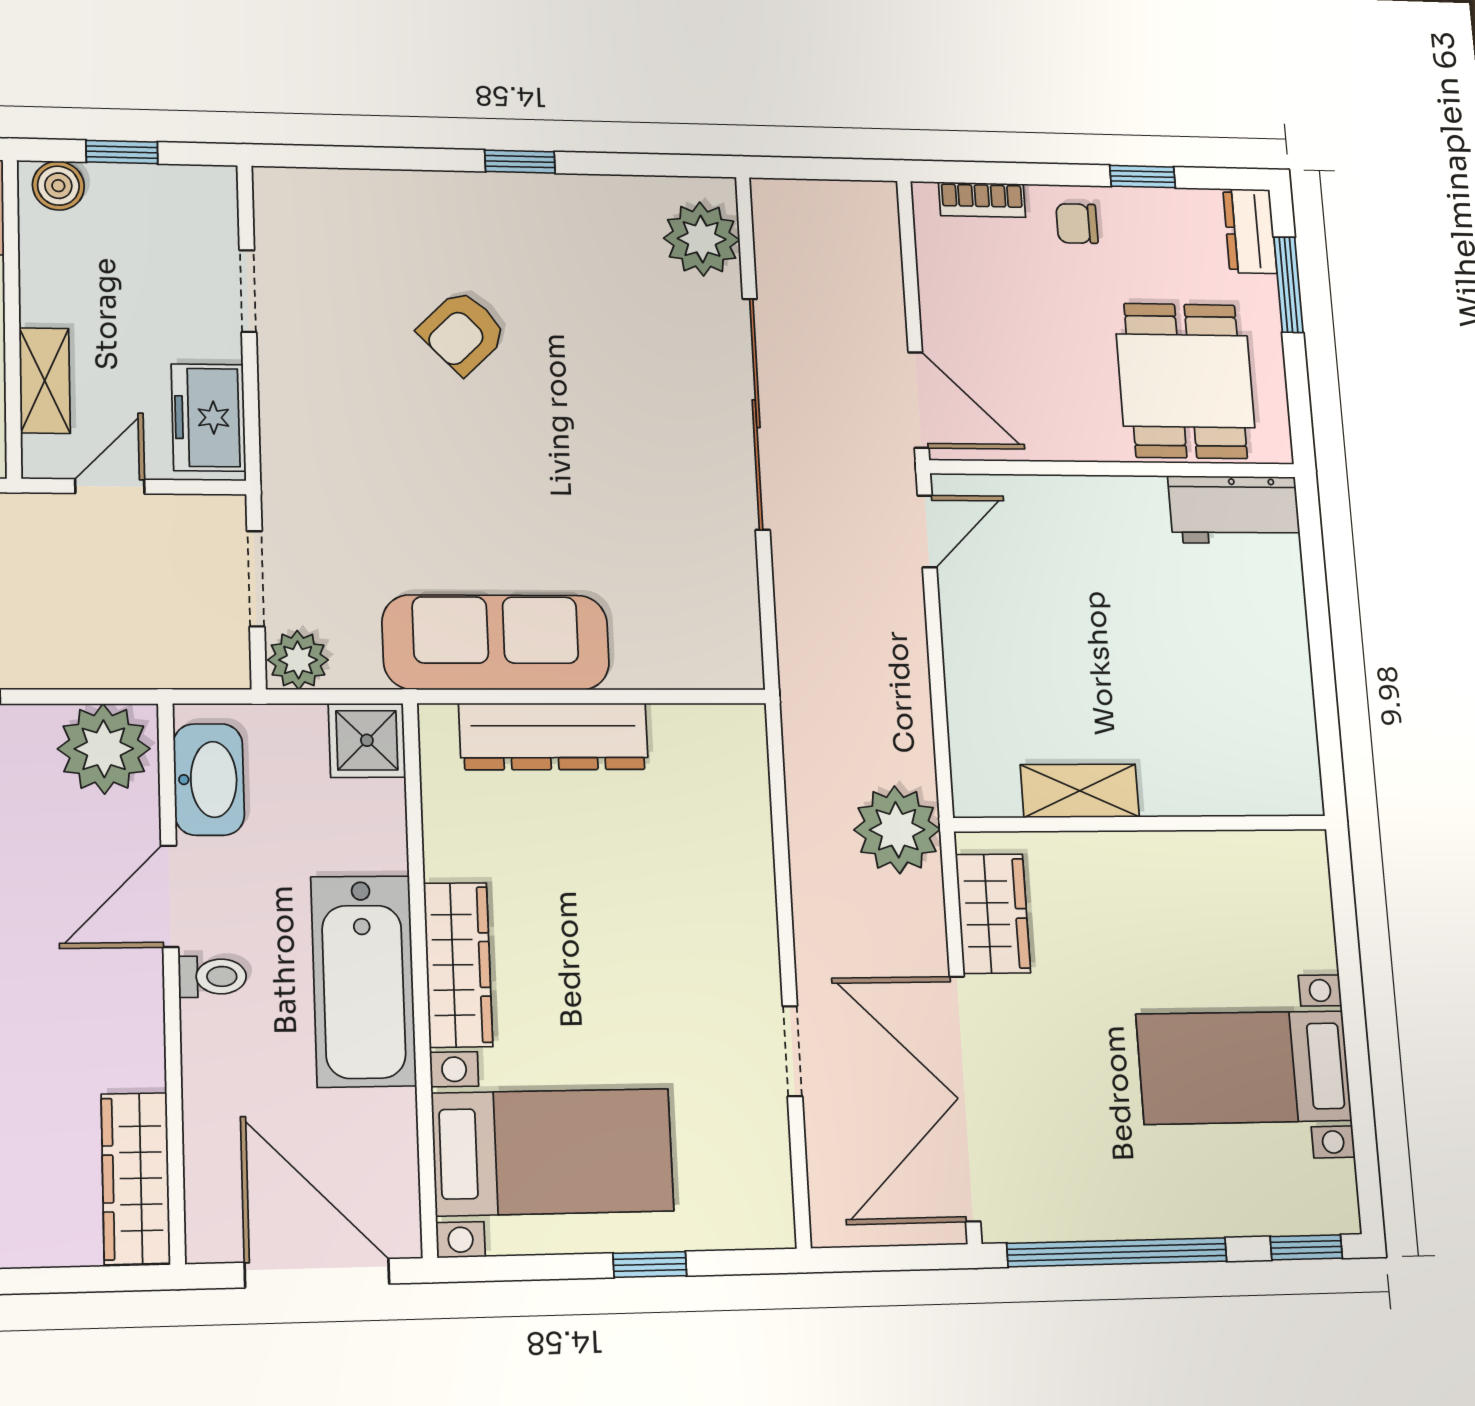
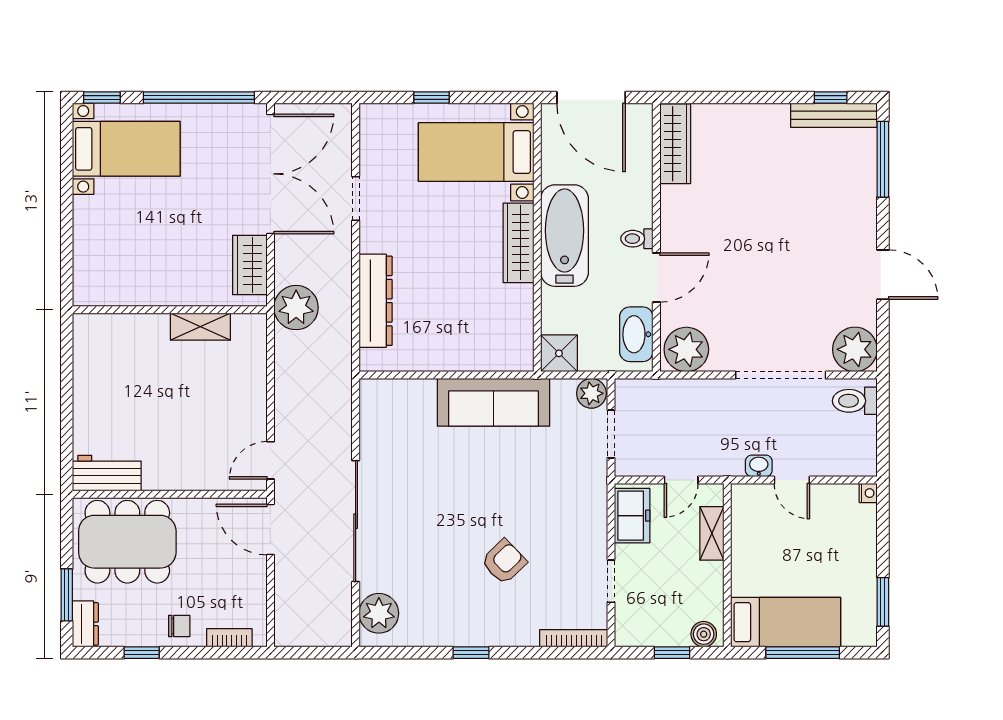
bookcase: (319, 184) -> (574, 638), added
dining table: (1186, 381) -> (127, 542), width x1.38
dresser: (554, 736) -> (376, 301), moved, turned 90
bed with nightstands: (1244, 1067) -> (126, 149), moved

